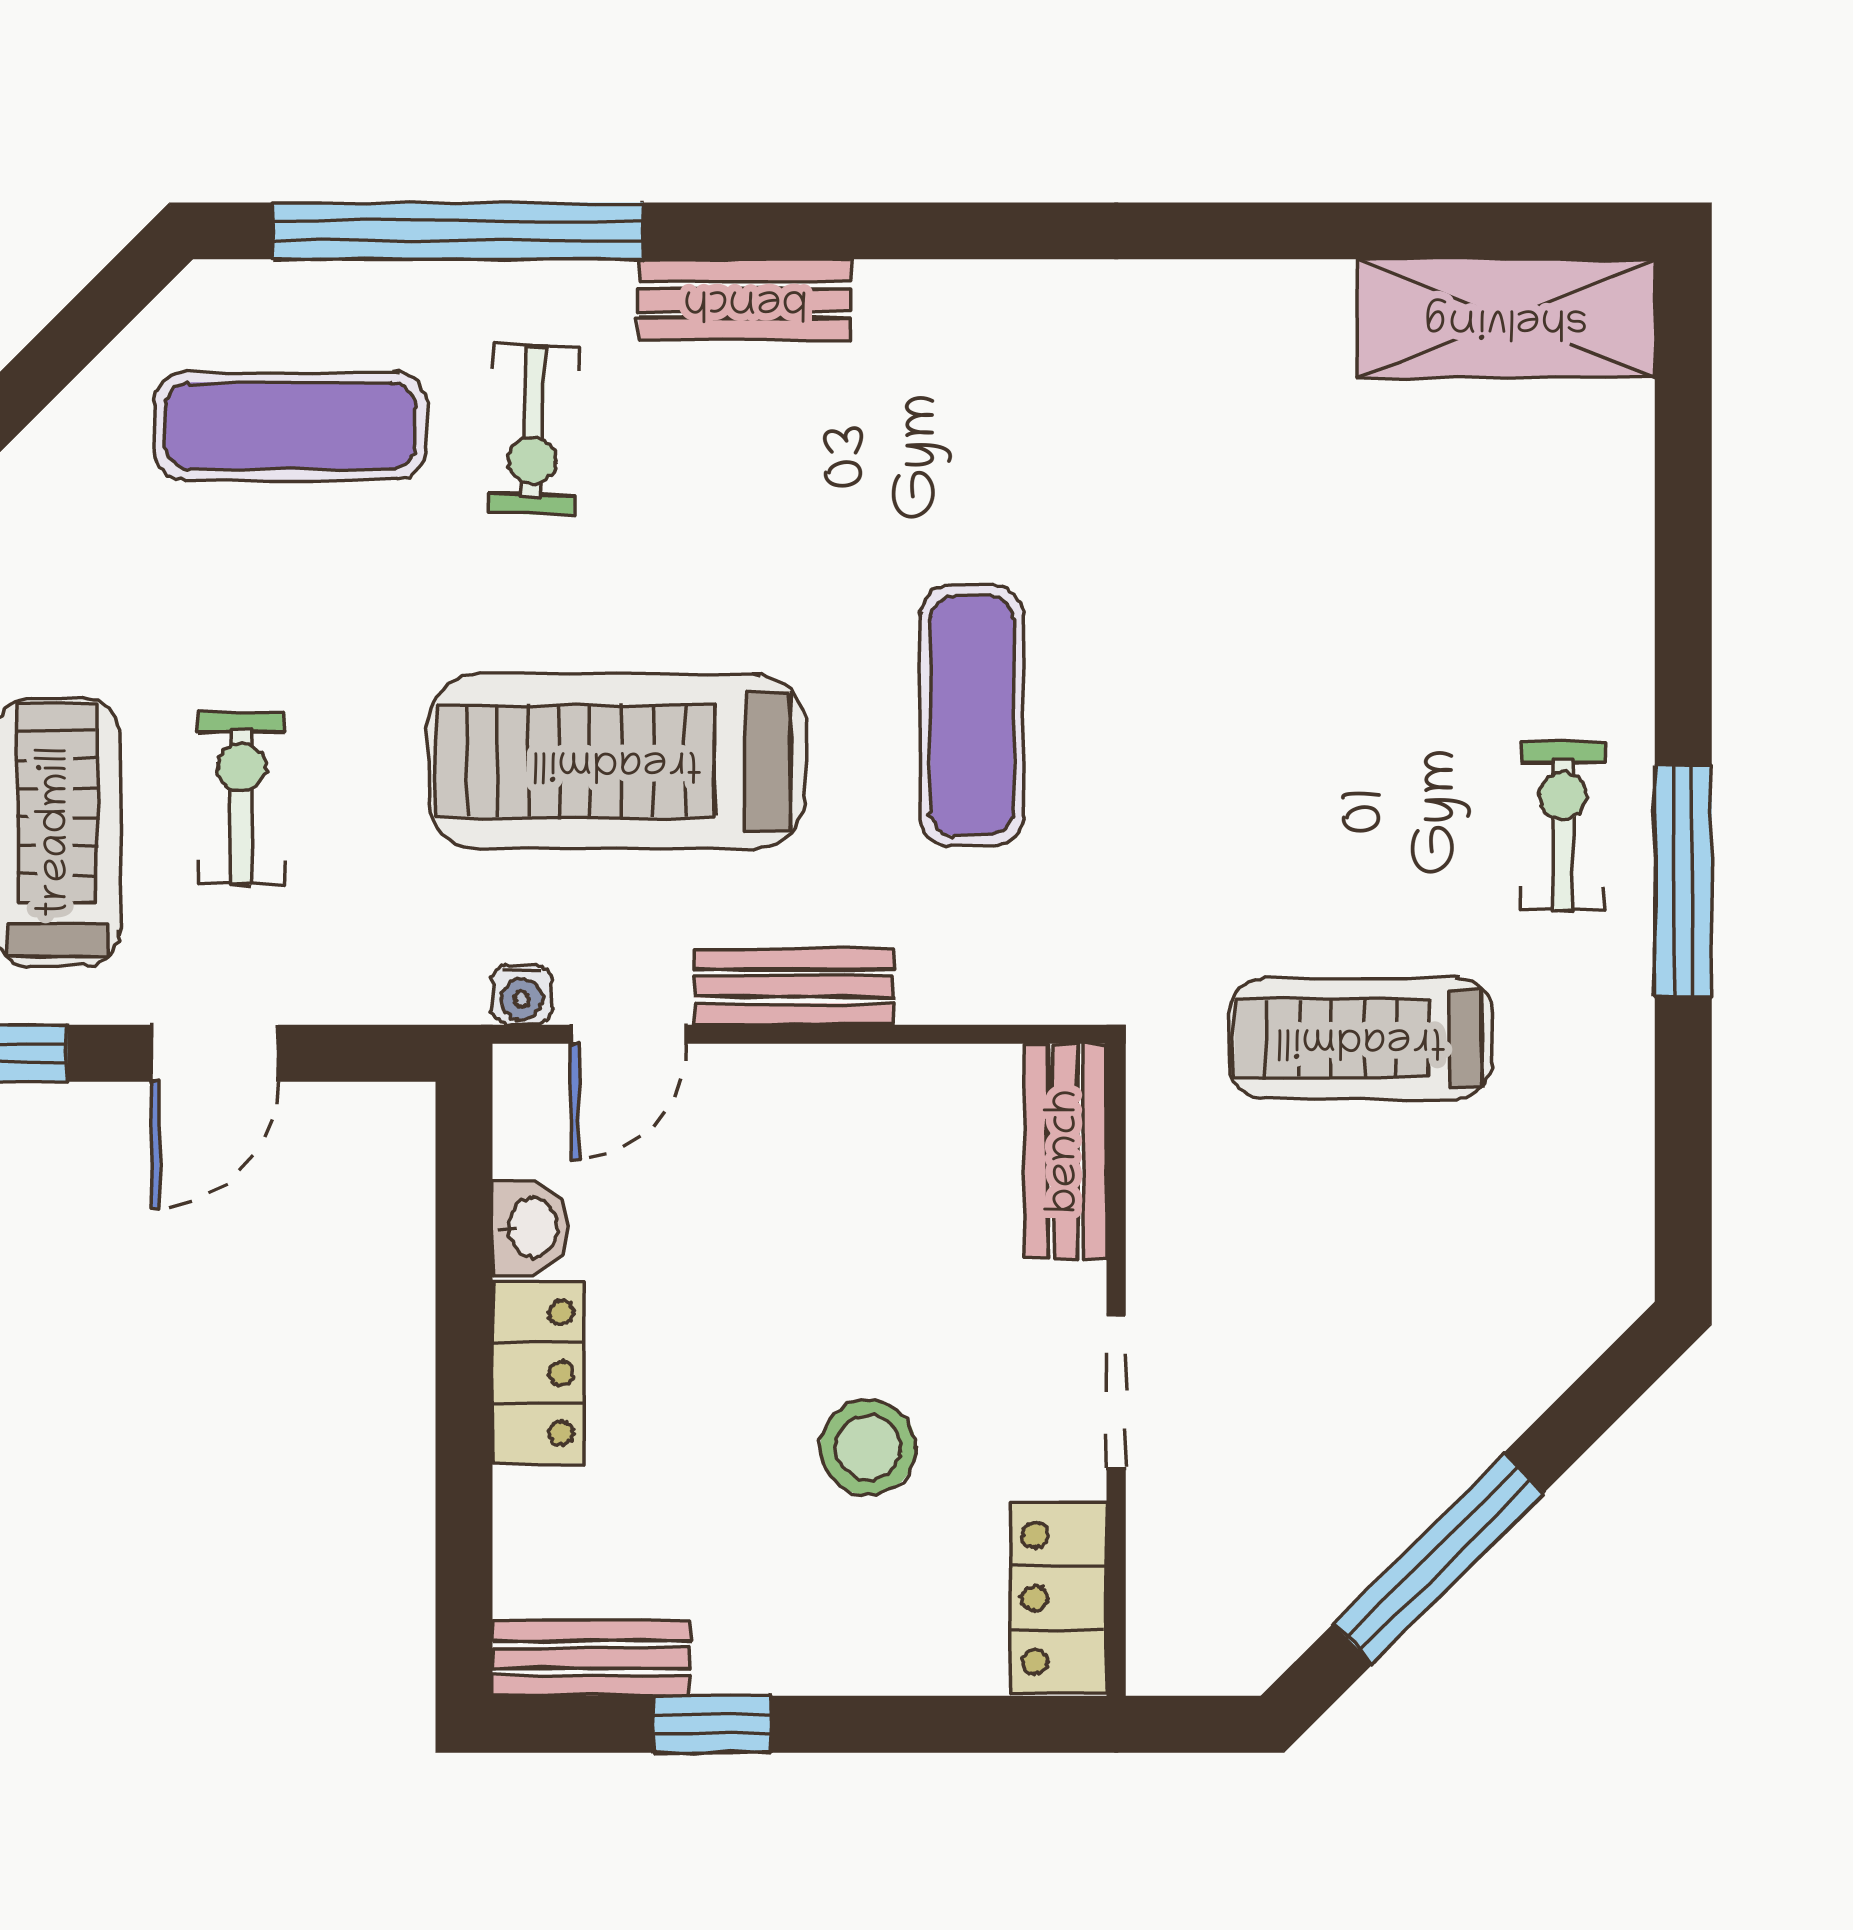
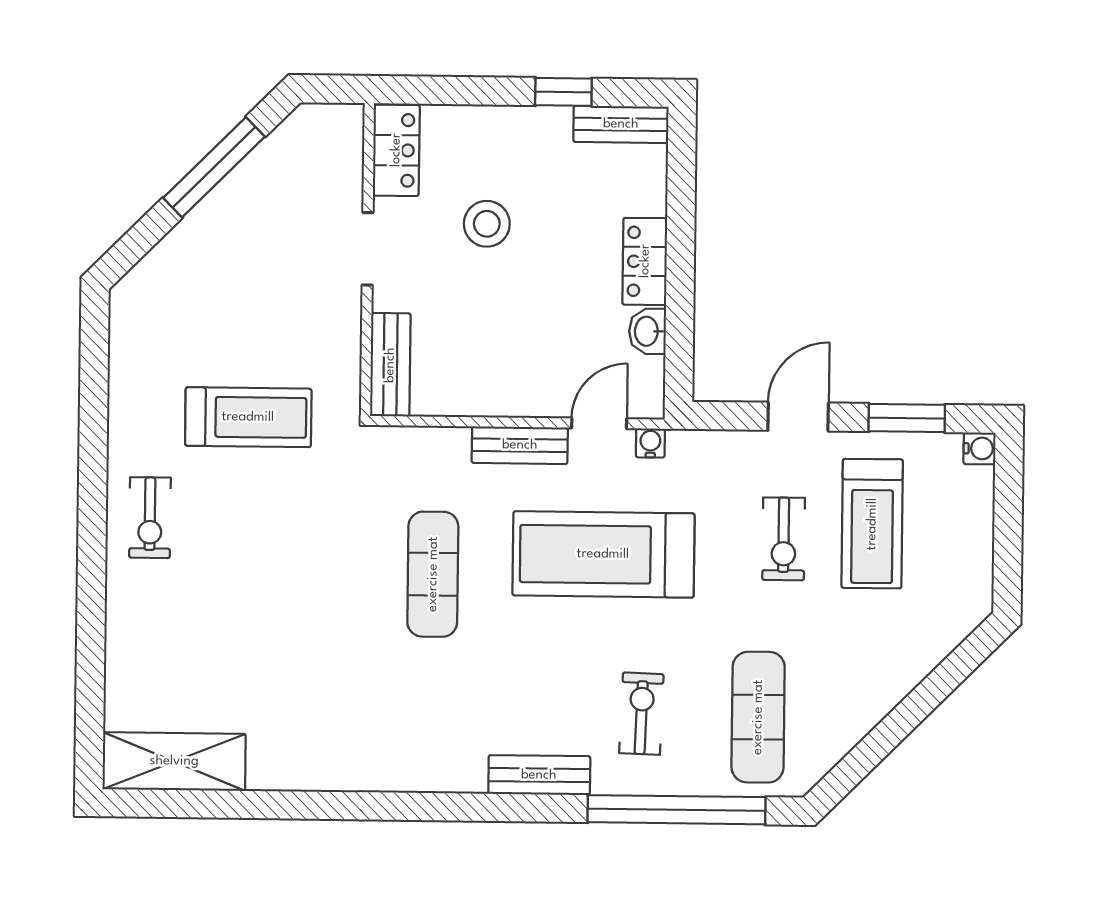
exercise mat: (290, 426) -> (758, 717), turned 90
treadmill: (617, 761) -> (603, 554), turned 180
window: (1683, 881) -> (93, 491), removed

